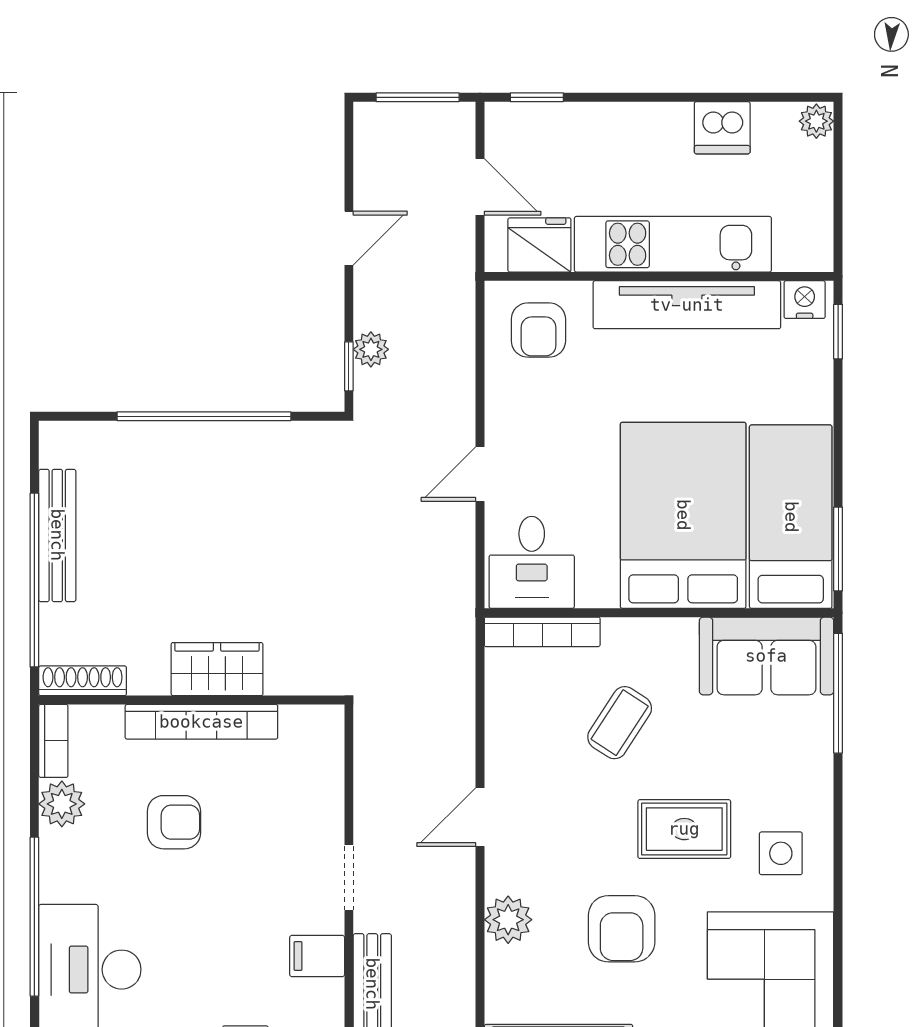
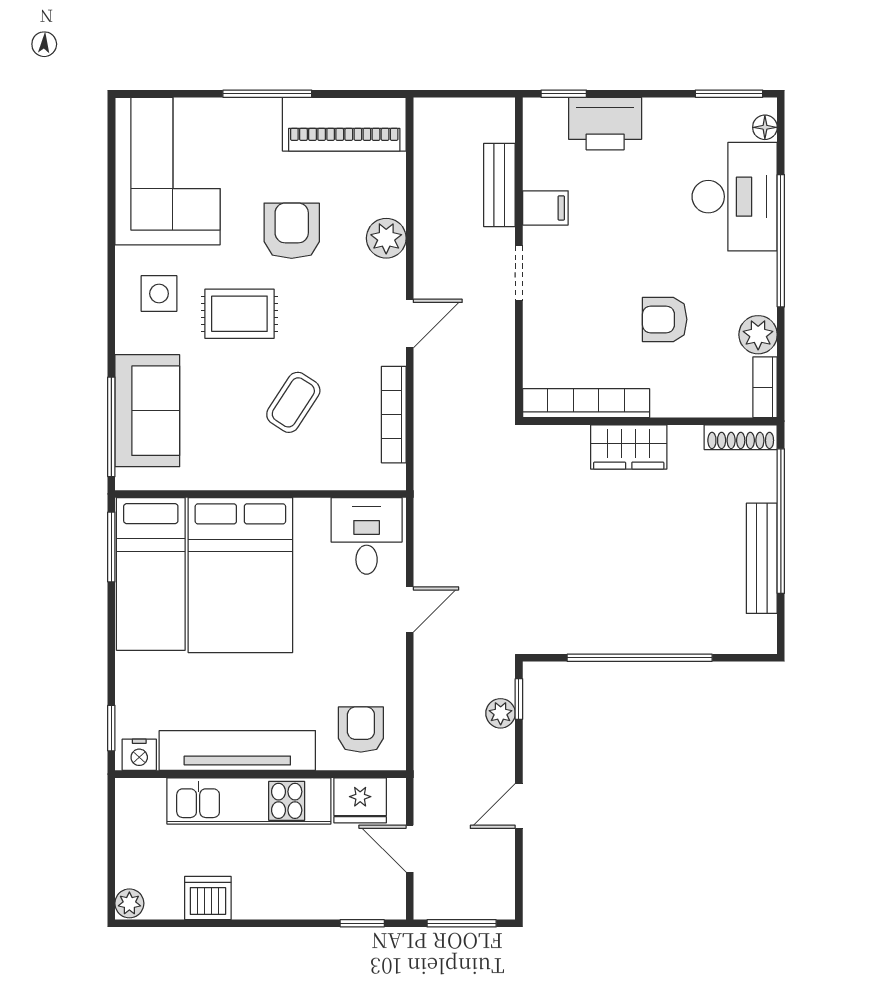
bookcase: (542, 632) -> (394, 415), moved, turned -90
sofa: (766, 656) -> (147, 411), moved, turned 90
bookcase: (201, 722) -> (586, 403), moved

